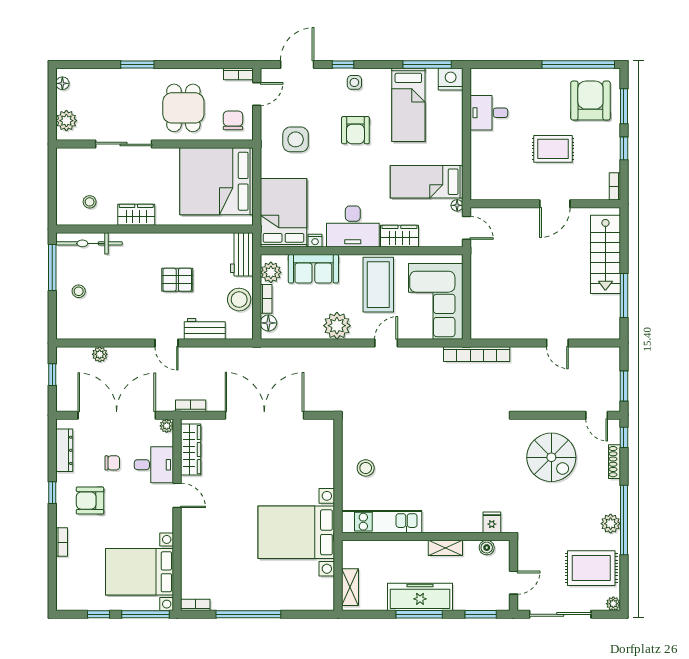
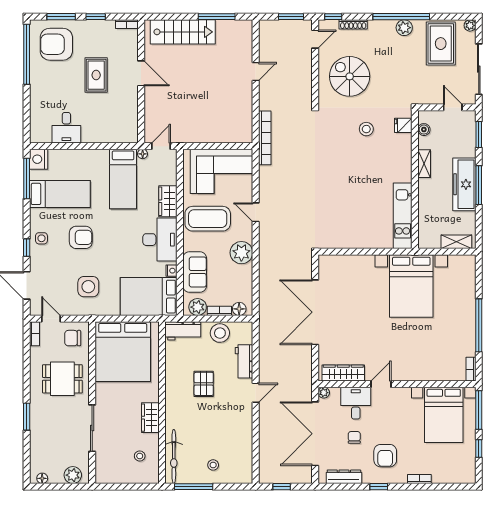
plant: (100, 354) -> (265, 448), removed
bookcase: (191, 406) -> (307, 373), removed
spiral stairs: (551, 457) -> (350, 76), turned -90
stool: (366, 468) -> (366, 129), moved

